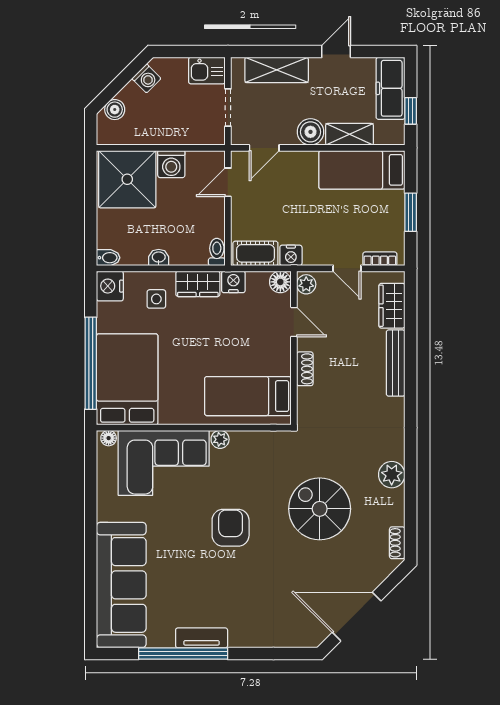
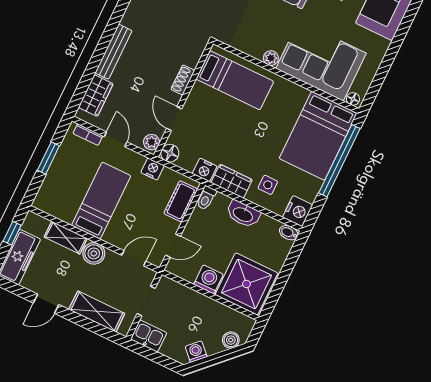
bed: (362, 170) -> (101, 201), moved, turned -90
cot: (255, 253) -> (181, 201), moved, turned 90
washbasin: (159, 258) -> (243, 214), width x1.91, depth x1.45

